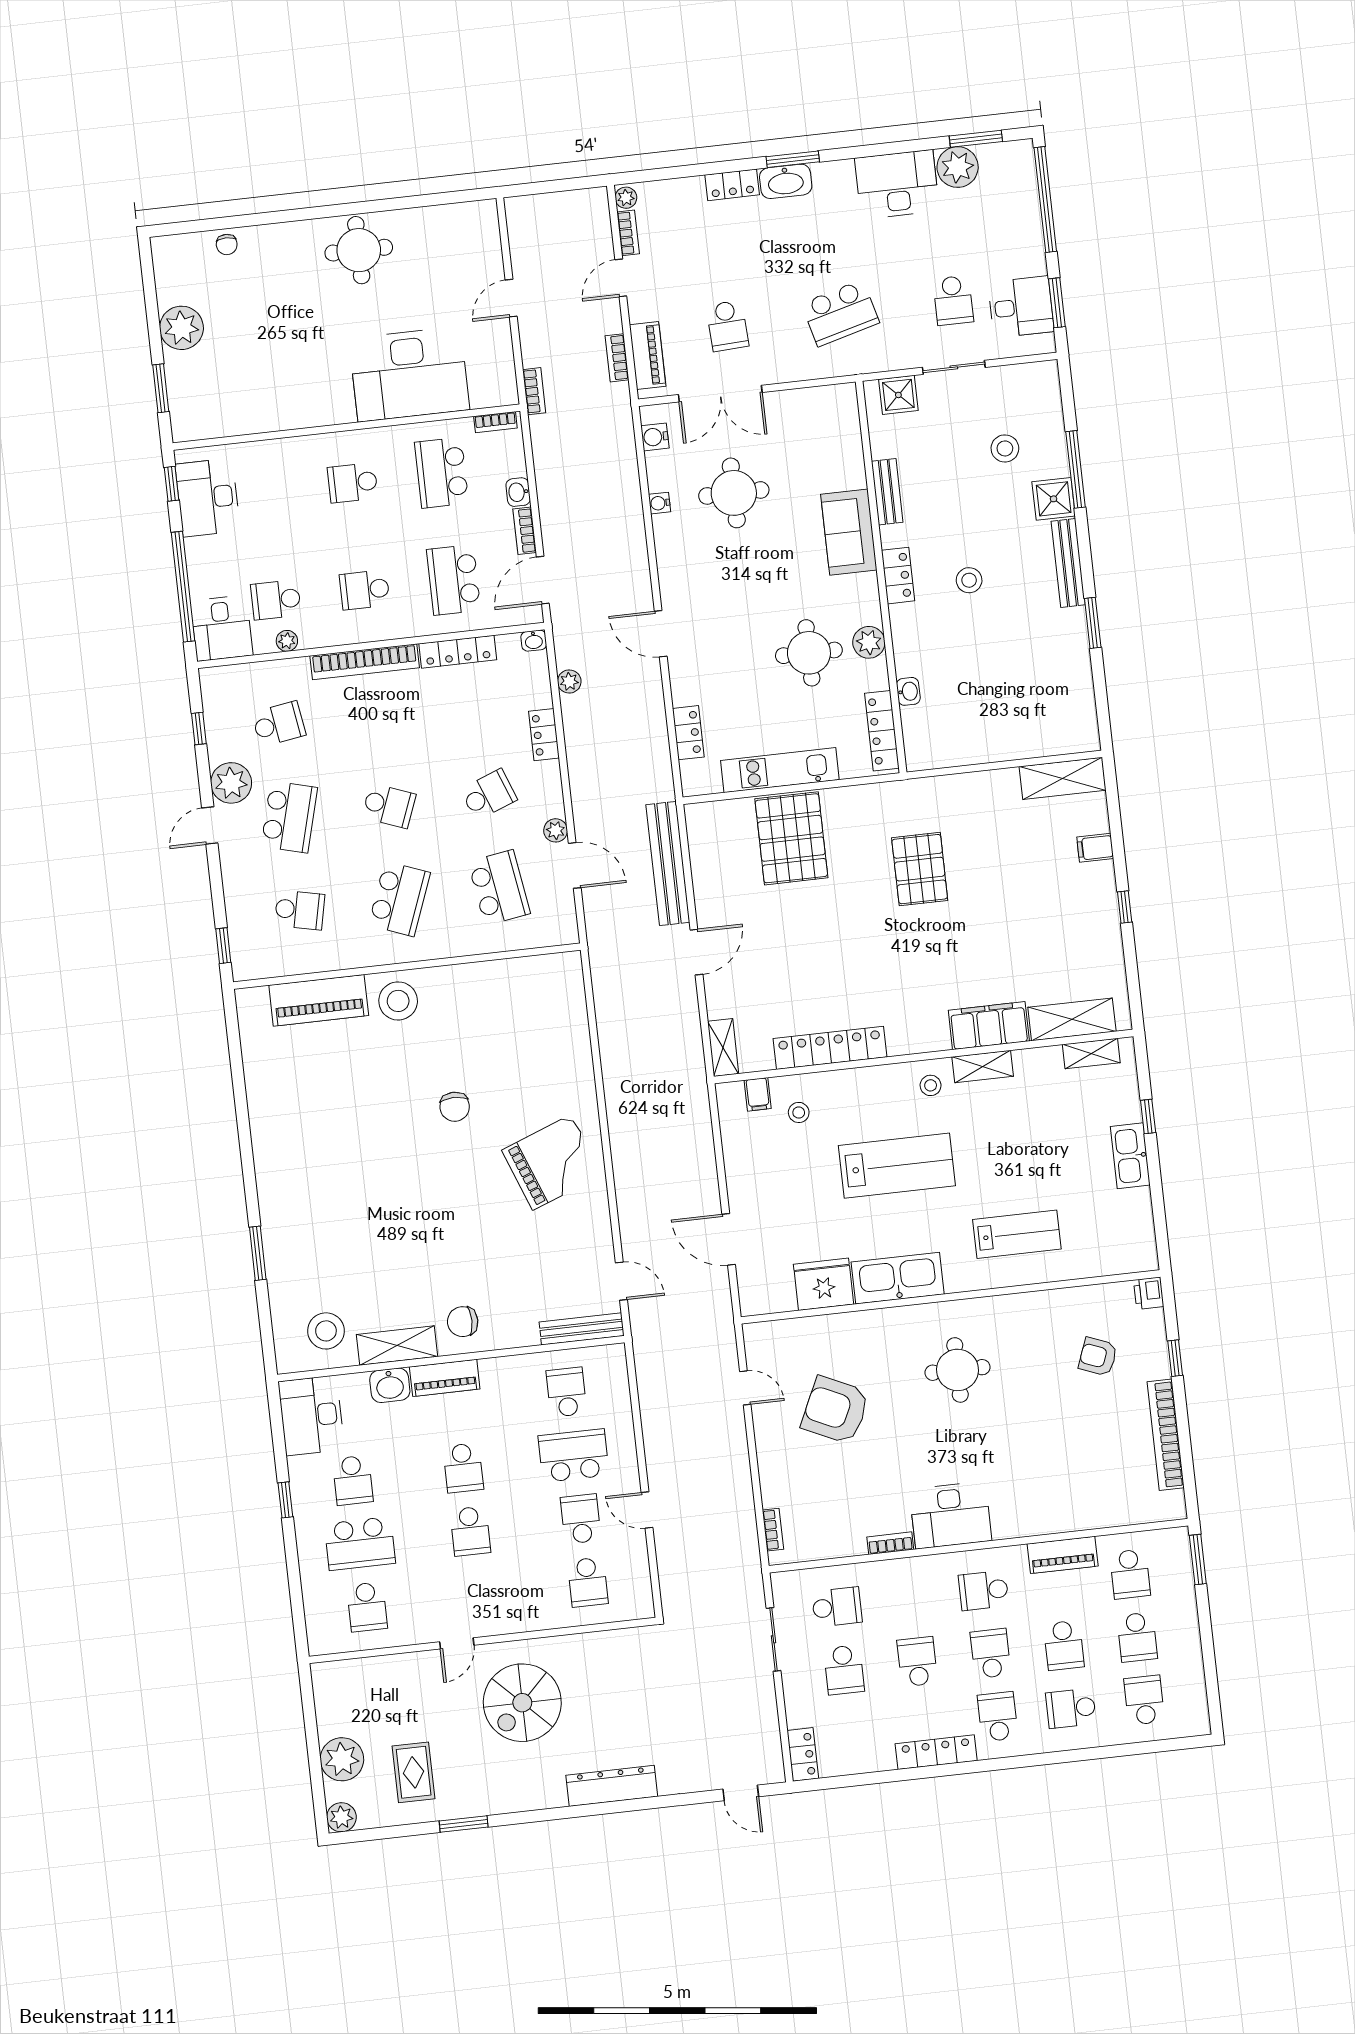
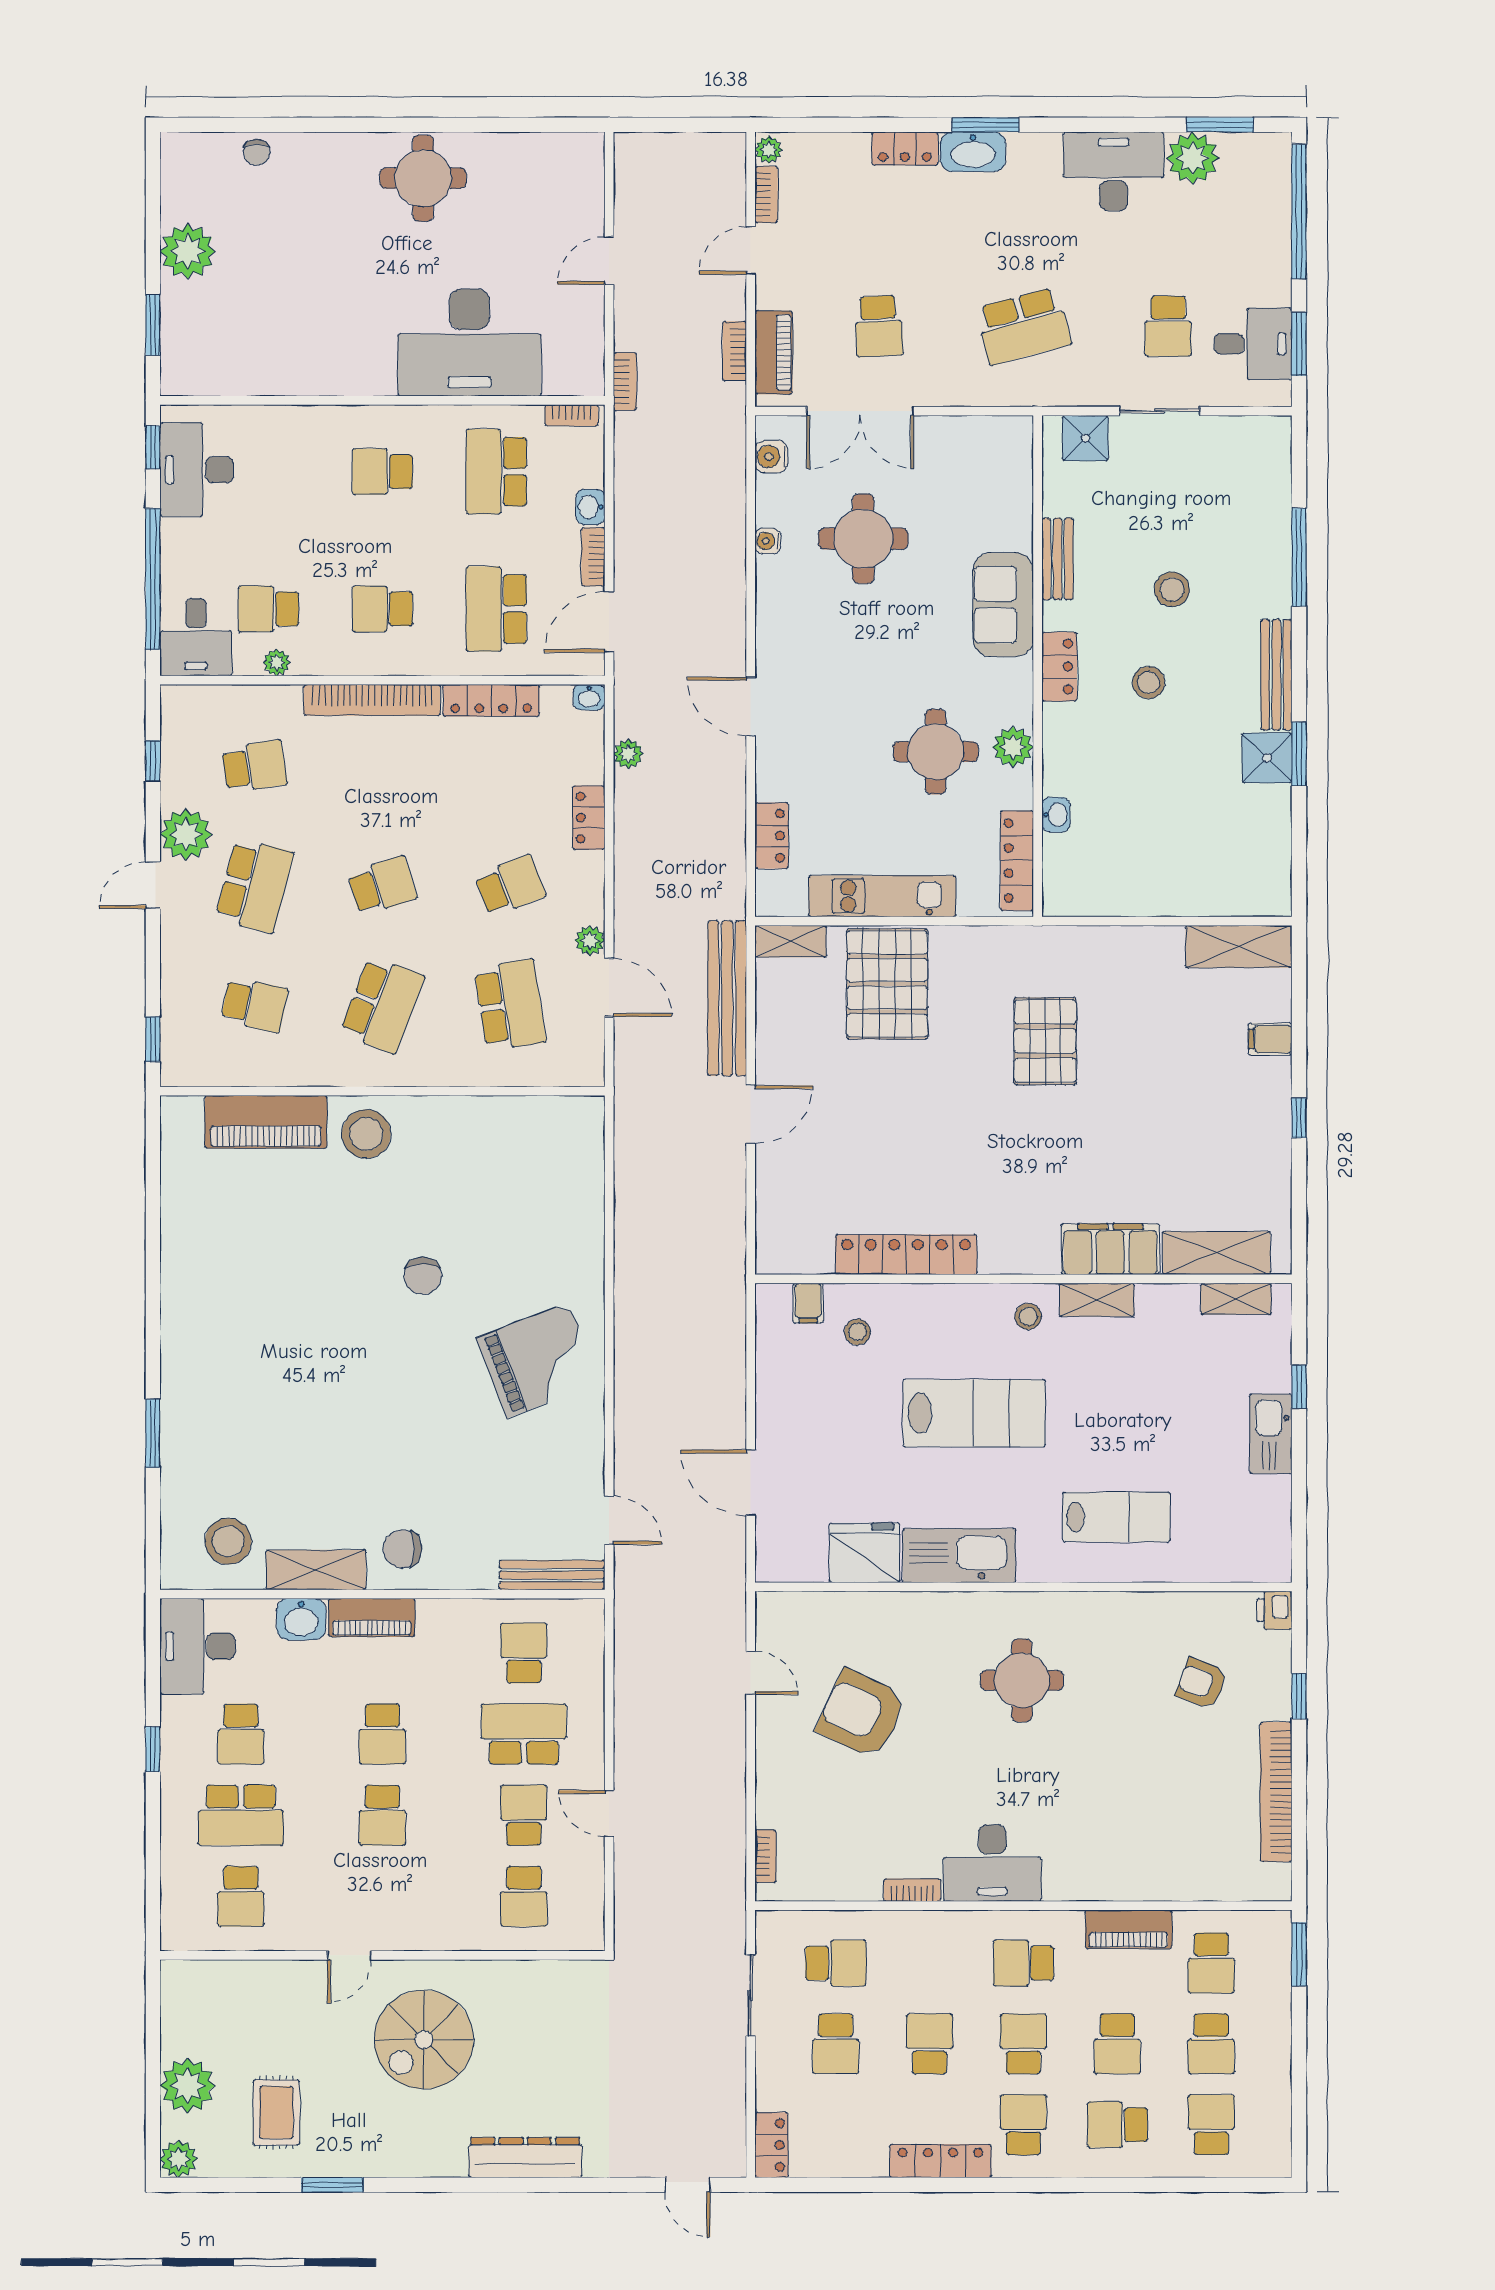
stool: (1005, 448) -> (1172, 589), moved
shower: (1054, 499) -> (1267, 758), moved
school desk: (389, 806) -> (382, 886), turned -39
shelving: (723, 1047) -> (791, 941), moved, turned 90

